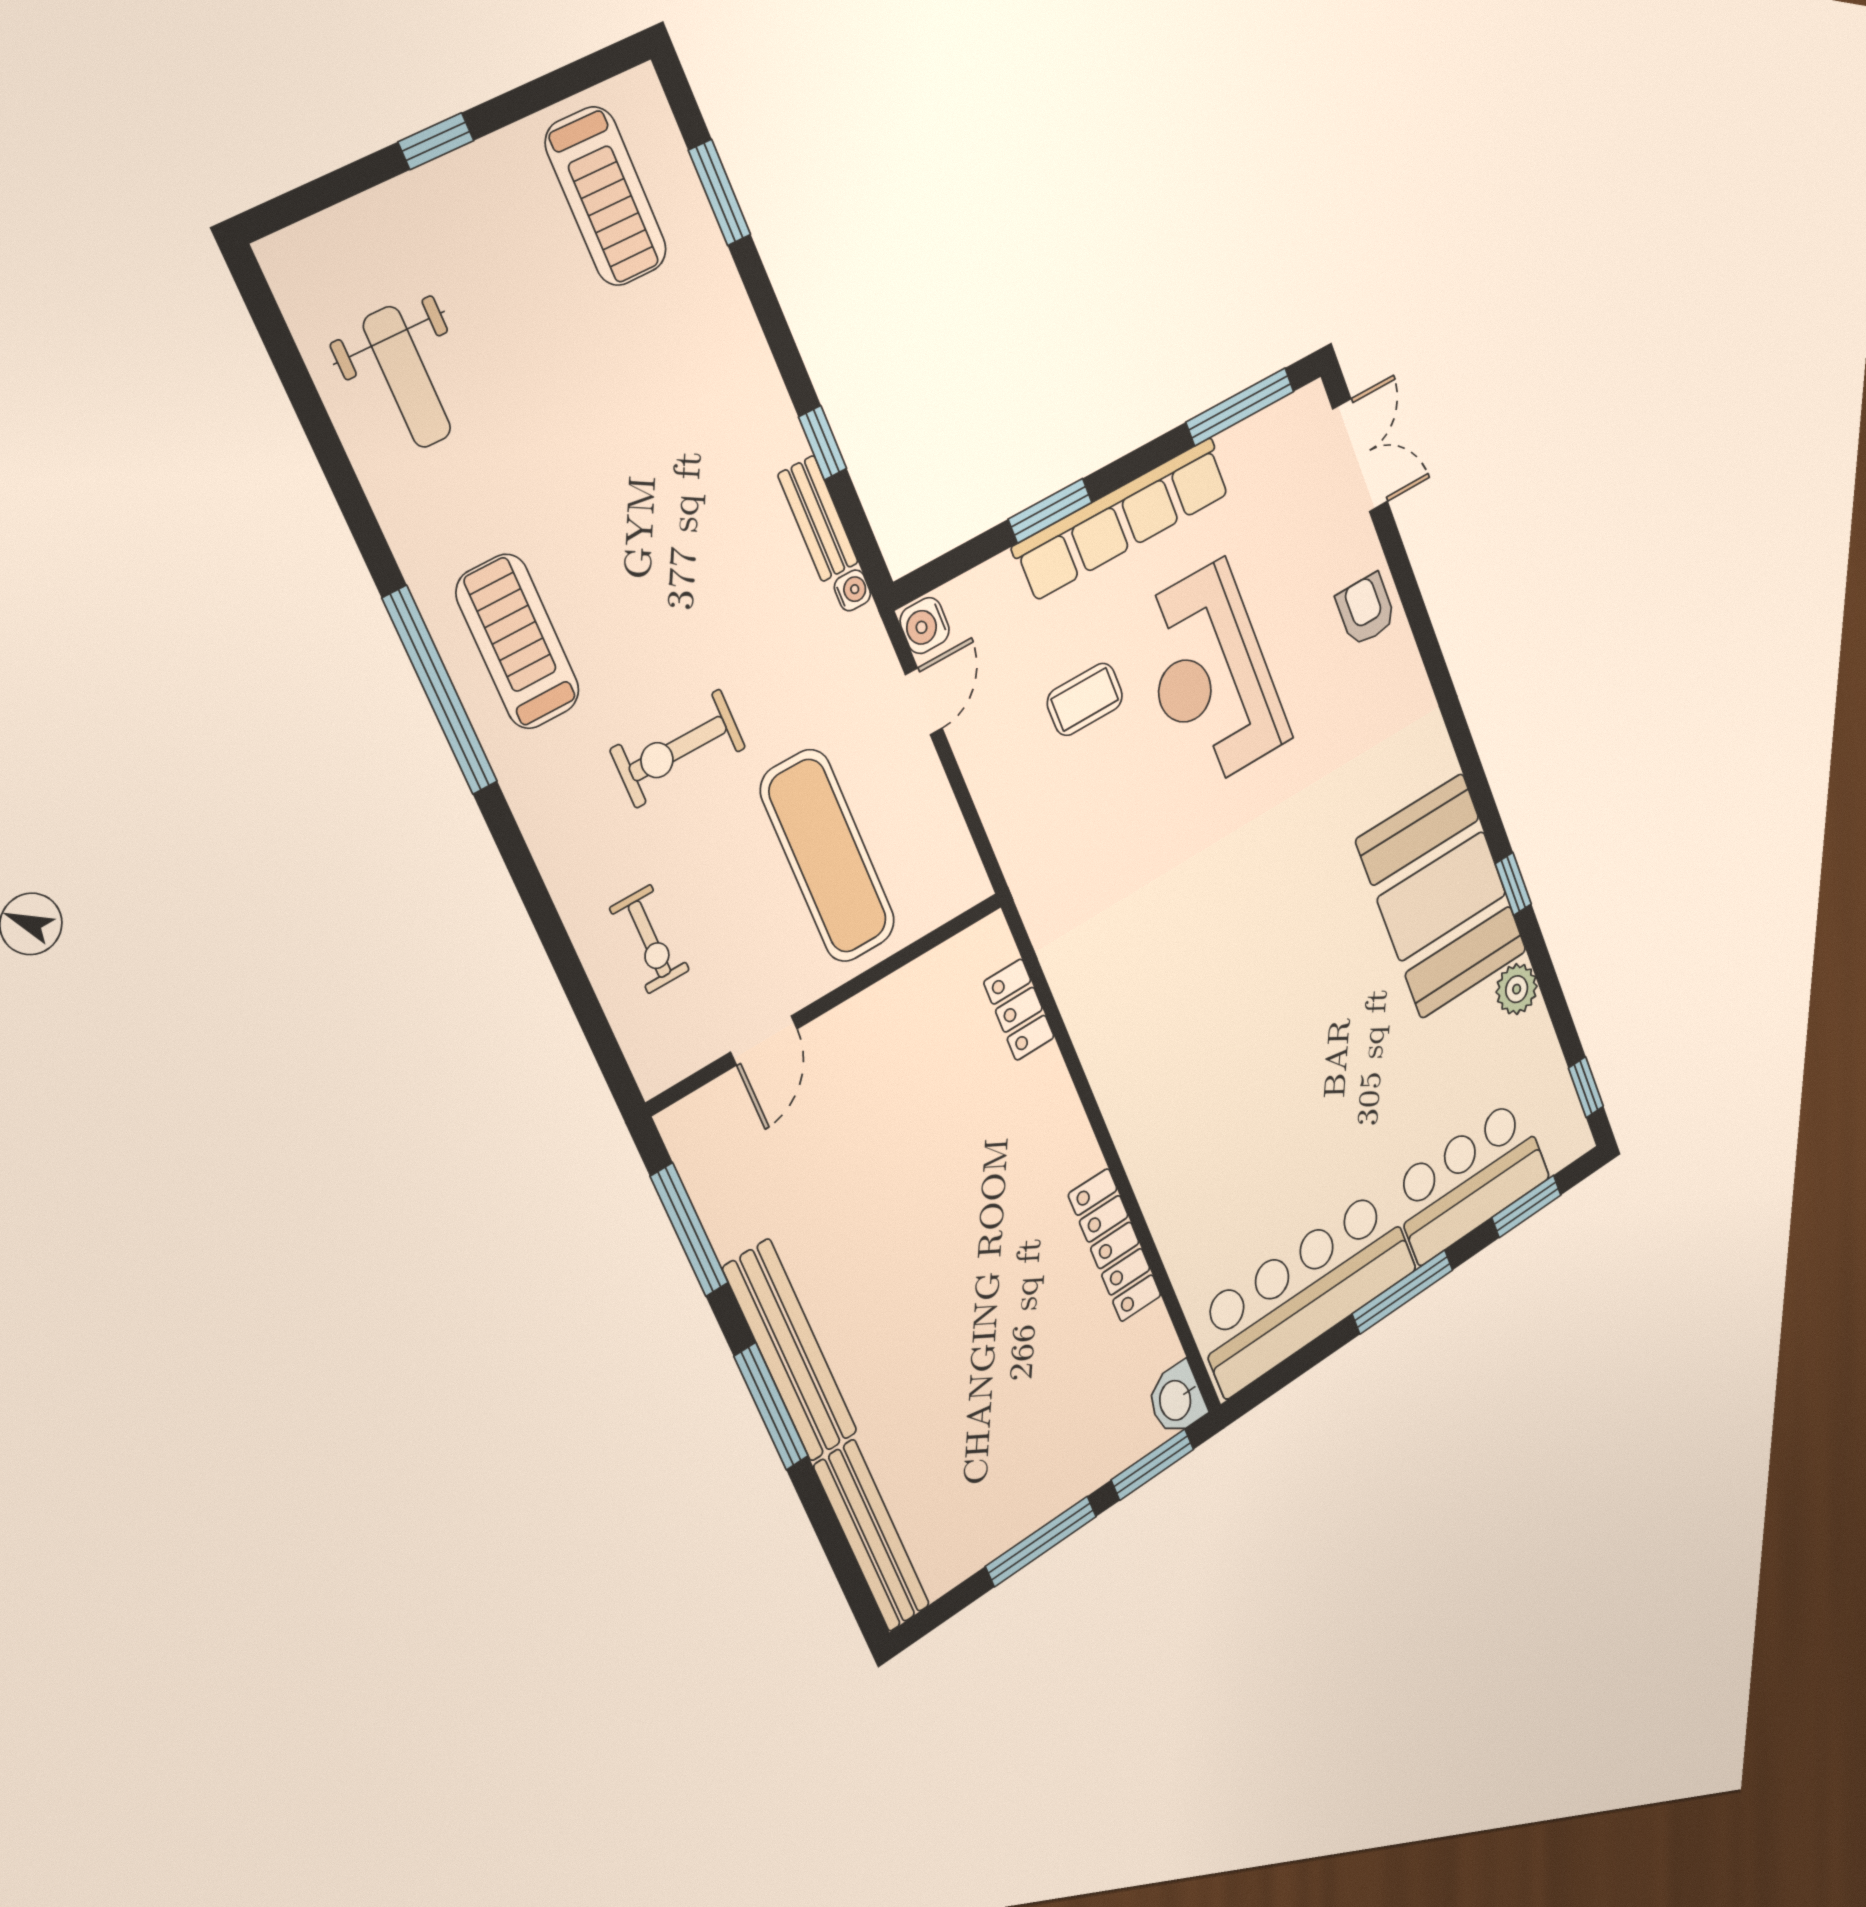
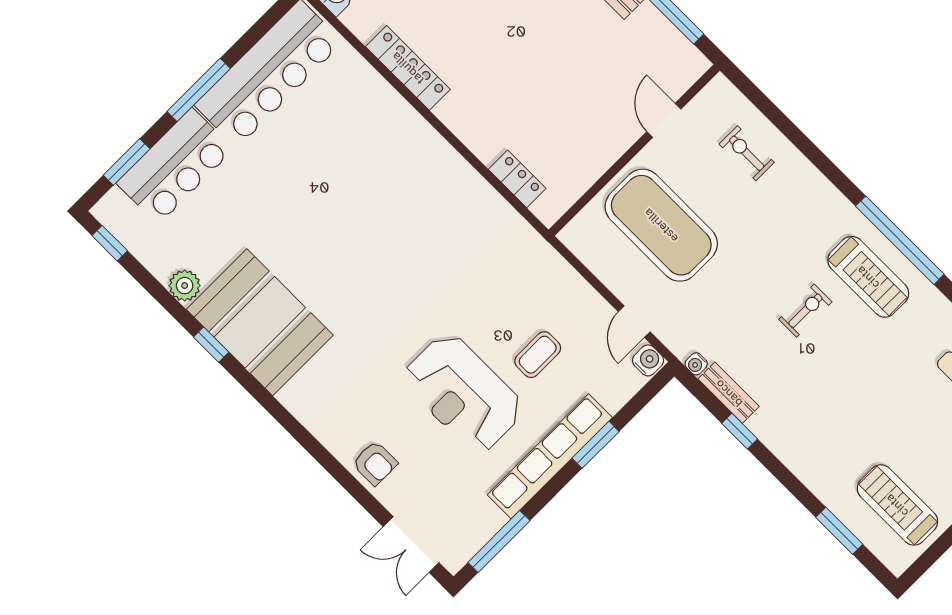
reception desk: (1211, 676) -> (463, 393), turned 180
exercise bike: (678, 749) -> (805, 311), moved, width x0.73, depth x0.72
exercise mat: (828, 856) -> (661, 225), width x1.47

